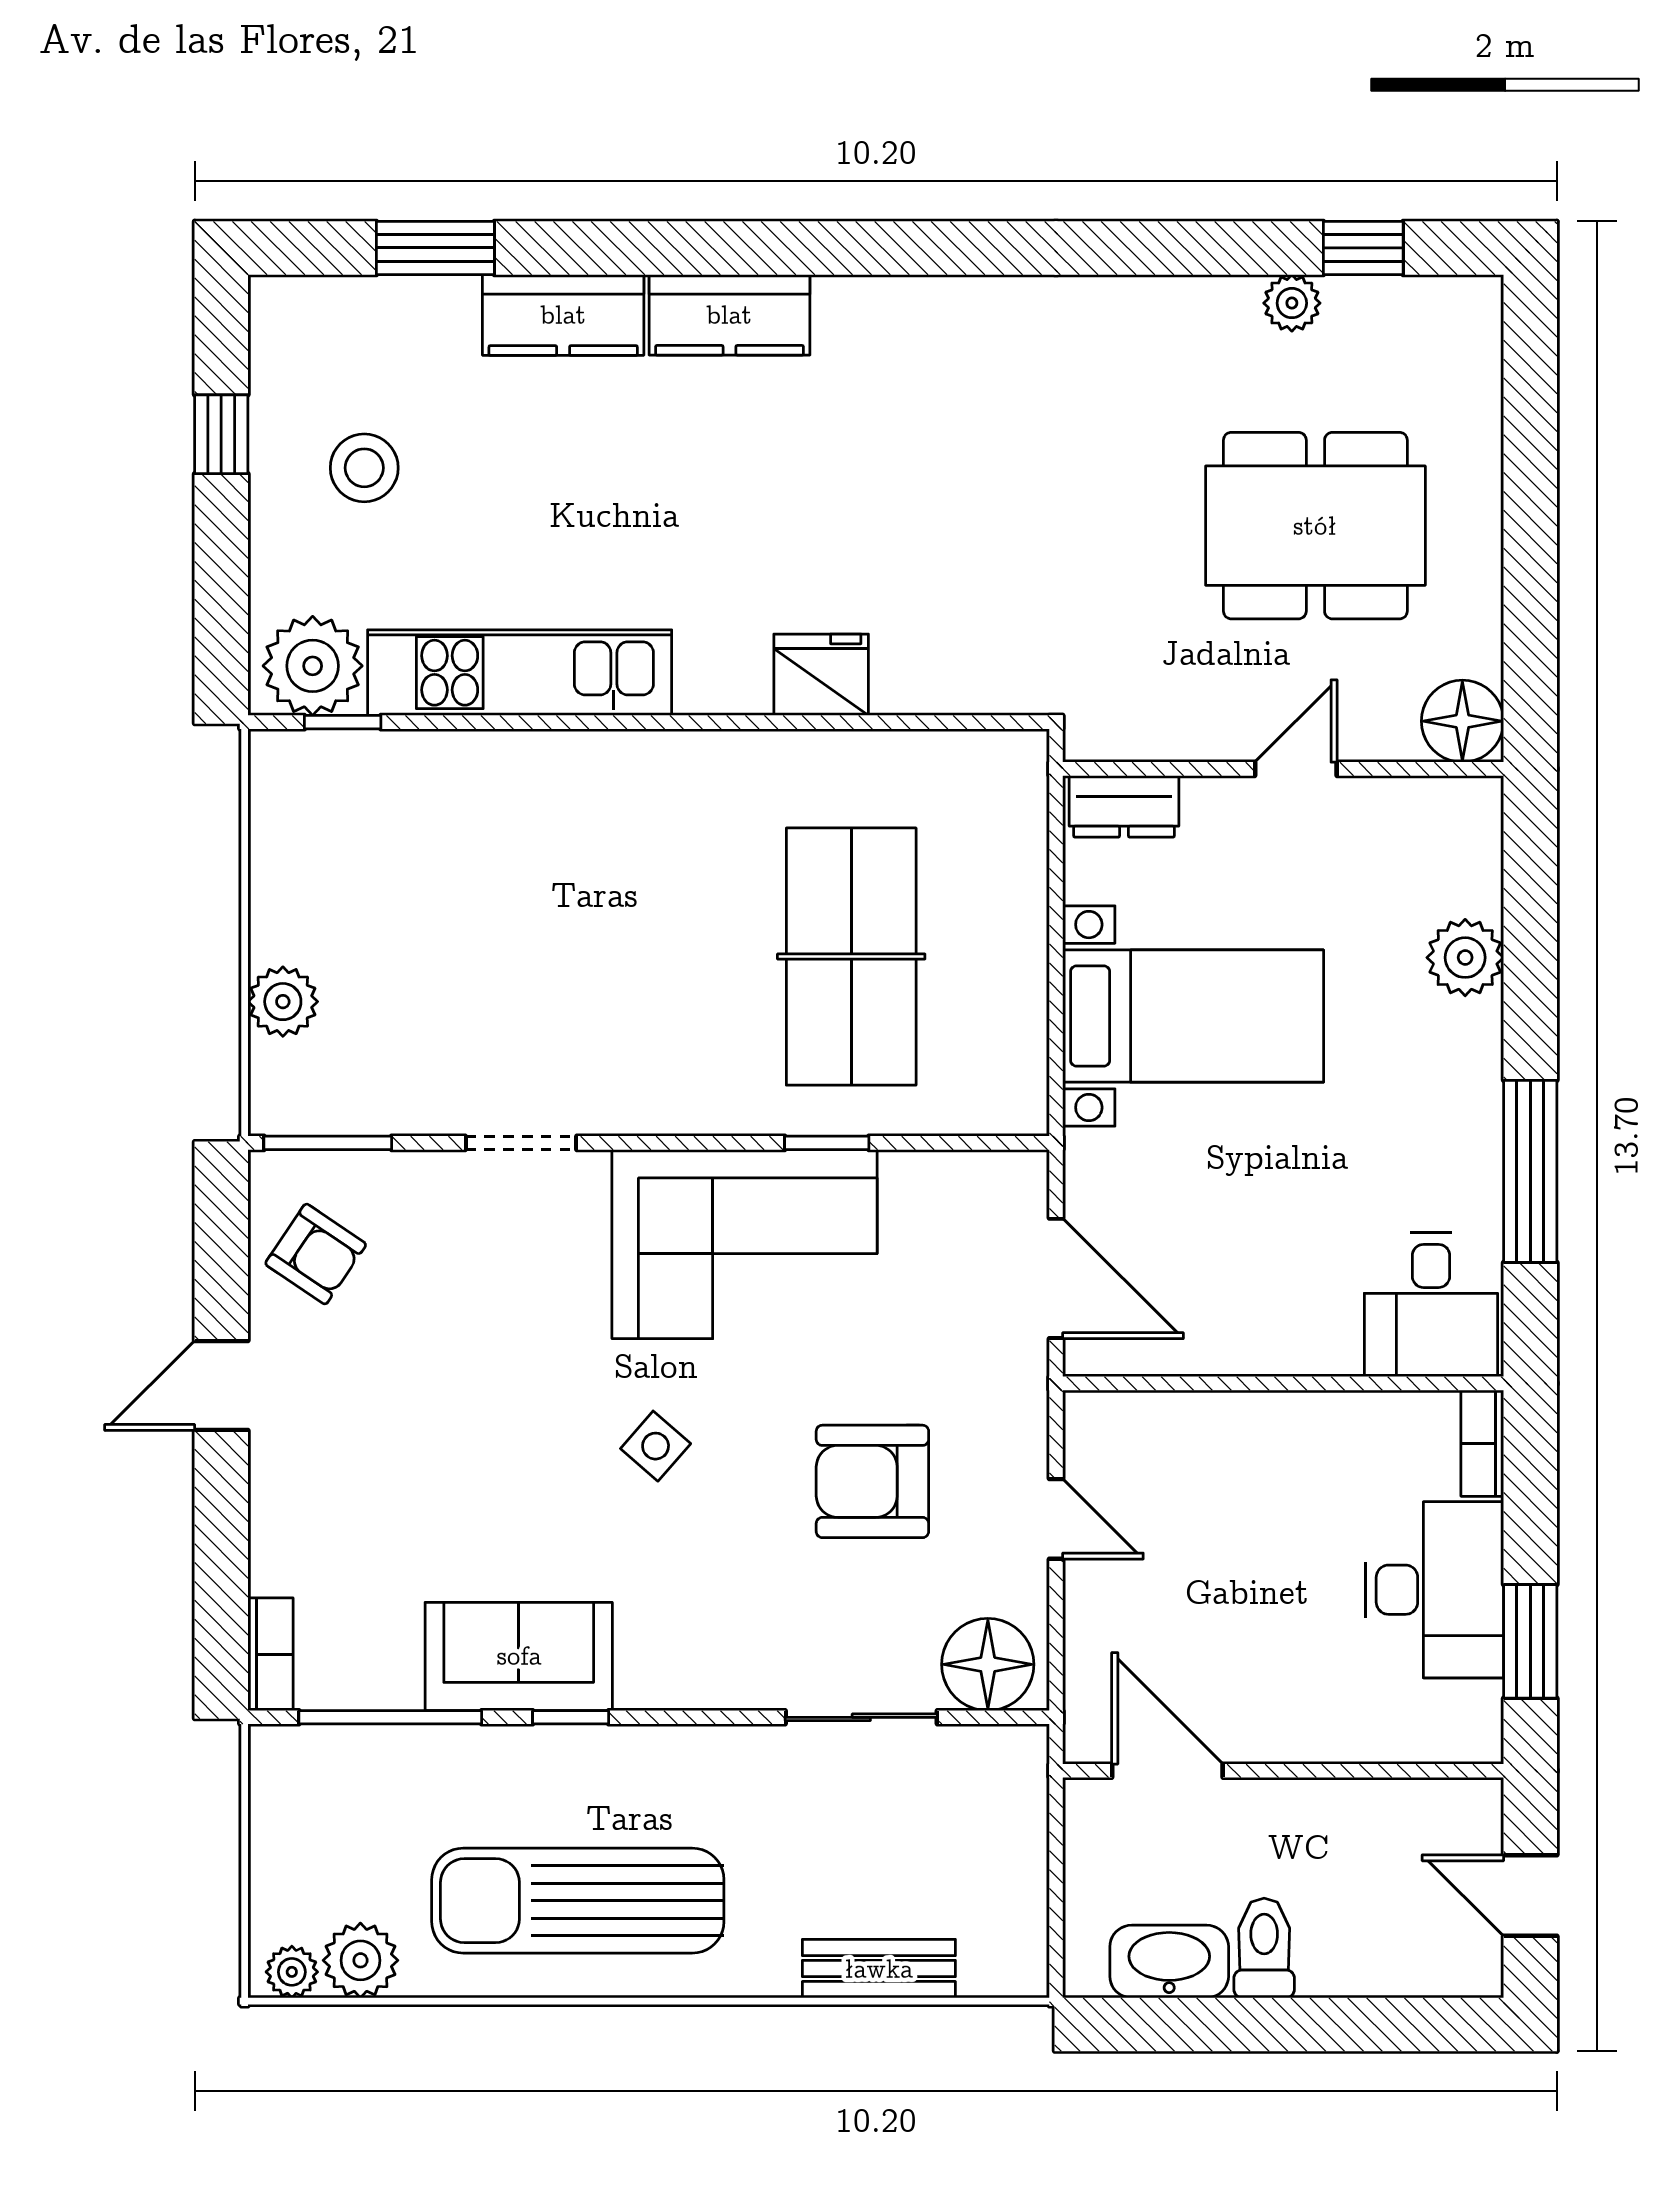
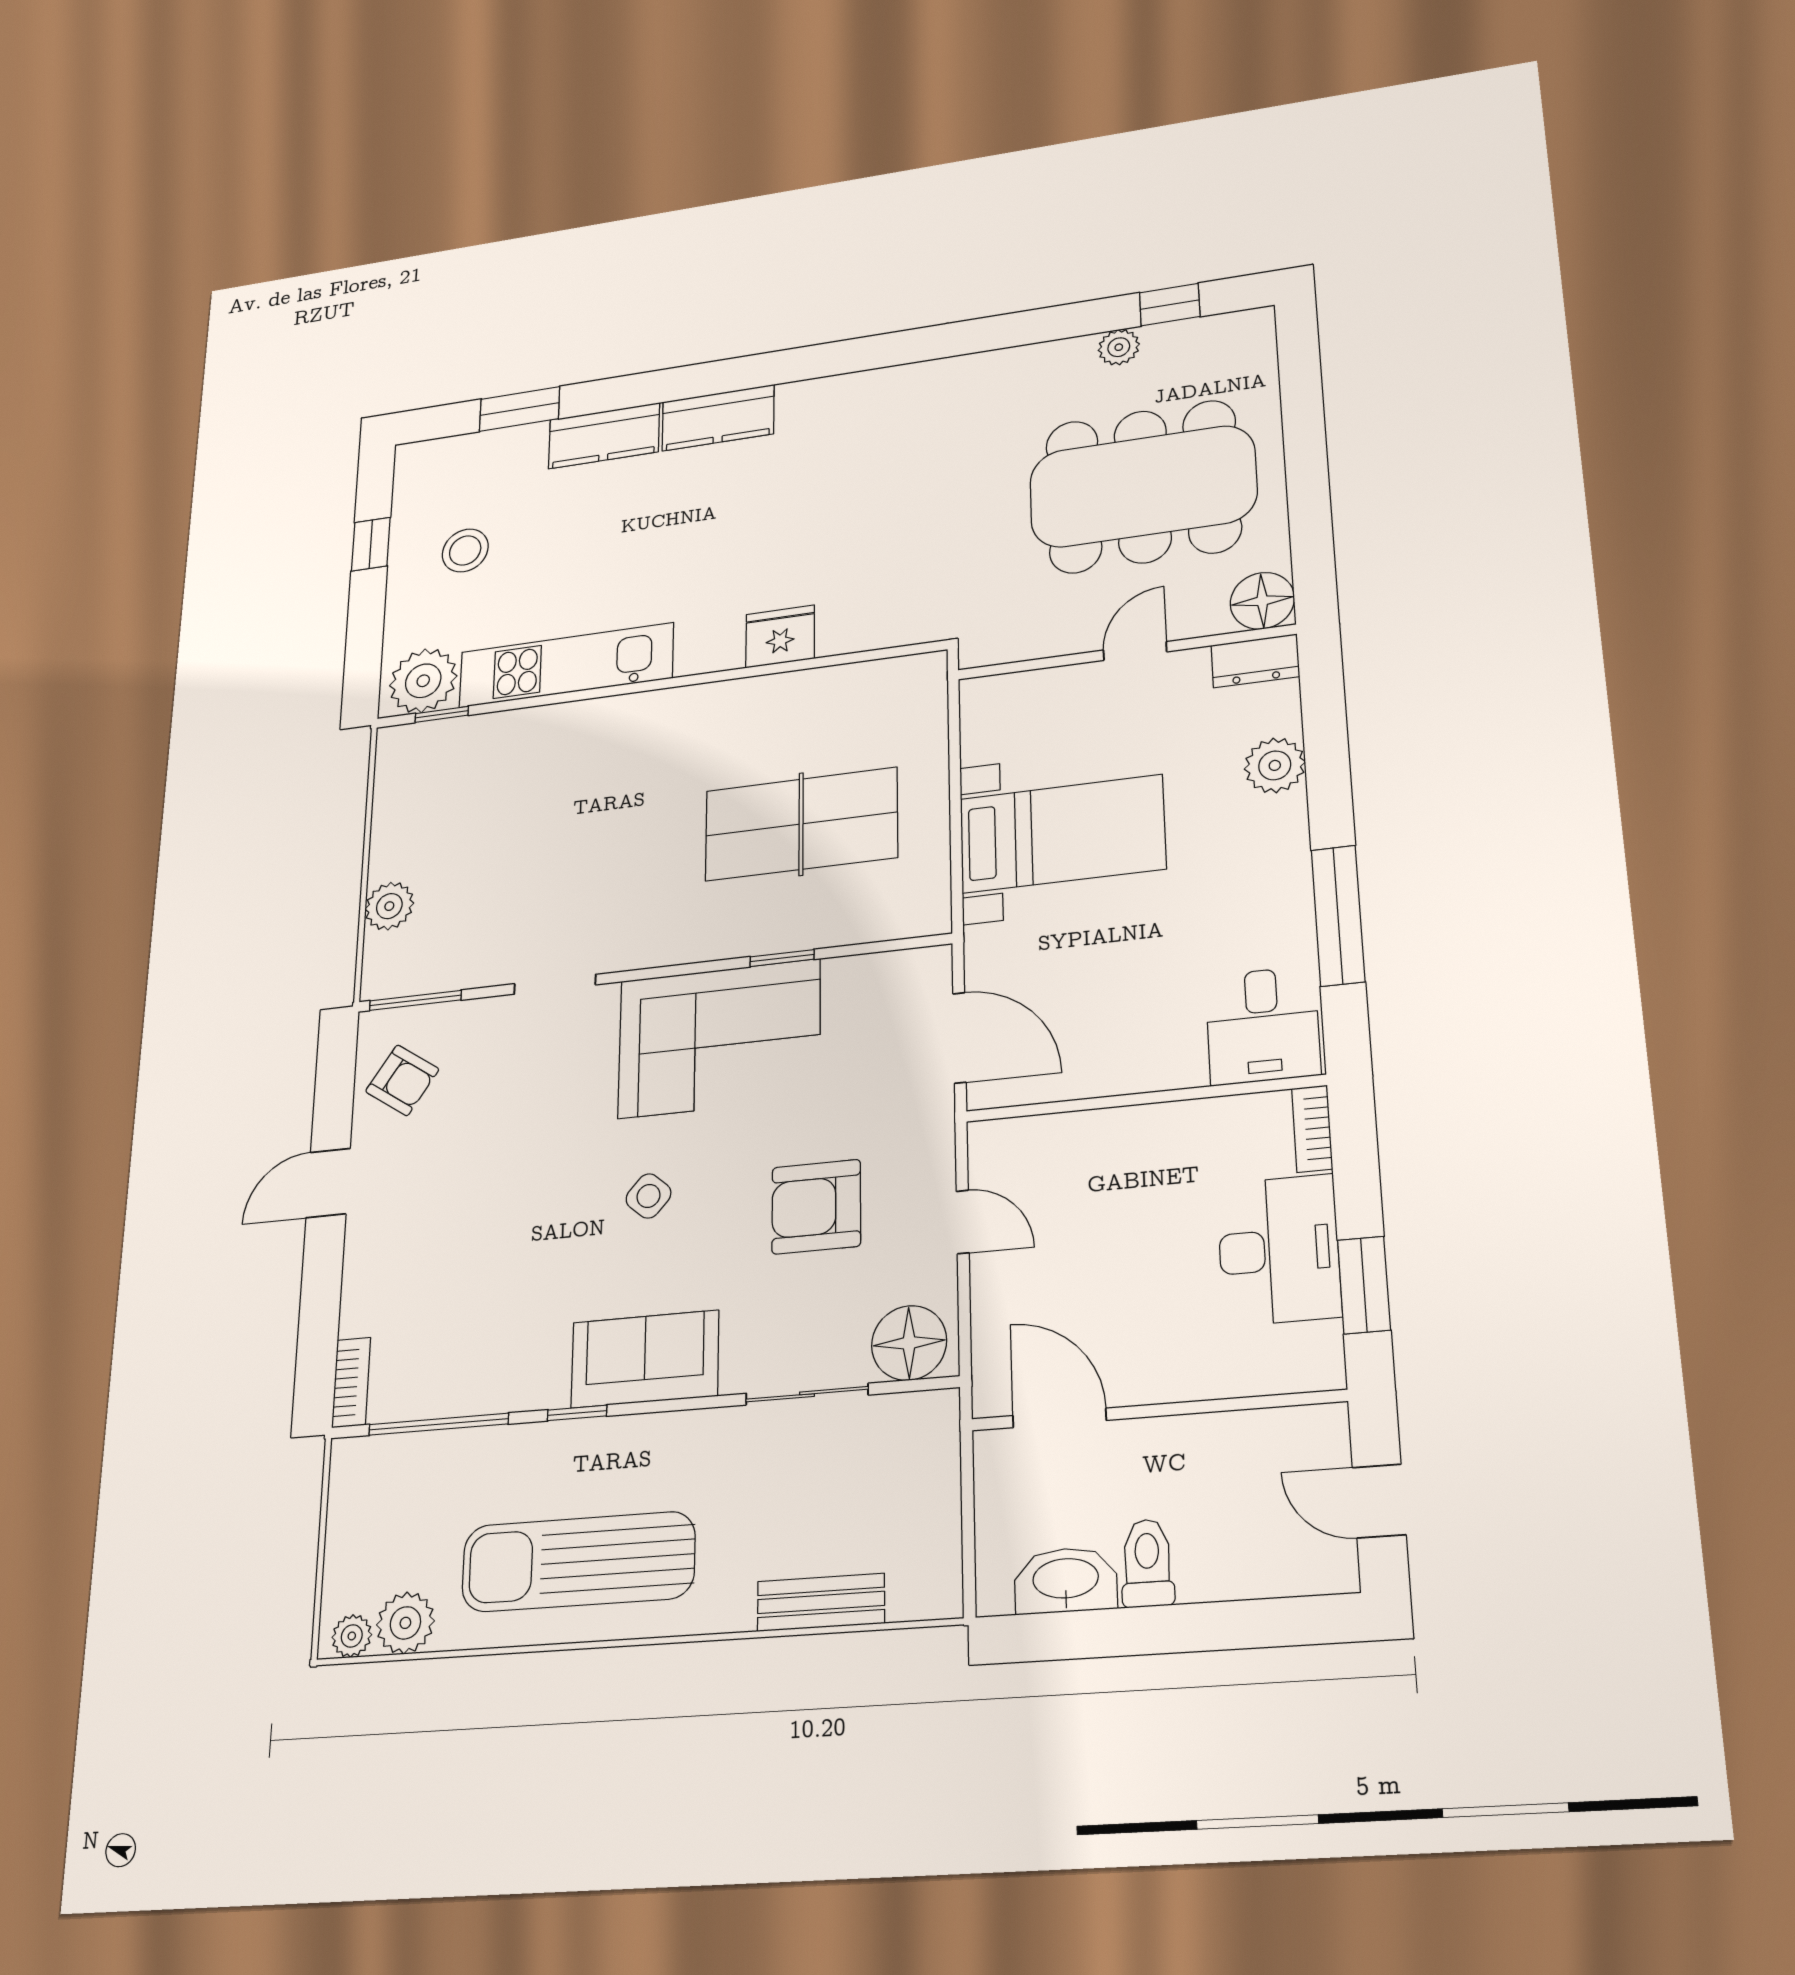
dining table: (1315, 526) -> (1143, 487), width x1.36, depth x1.24
dresser: (1124, 806) -> (1255, 661), moved
table tennis table: (851, 957) -> (801, 824), turned 90
sofa: (519, 1656) -> (645, 1359), moved

